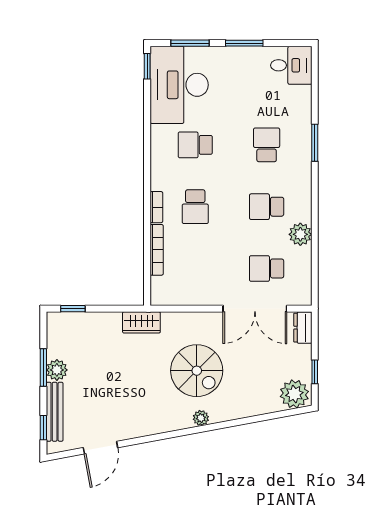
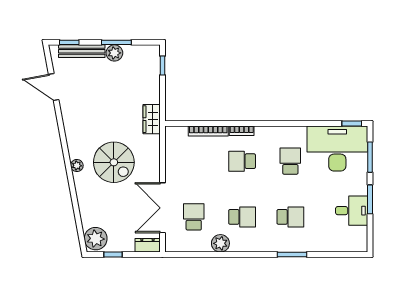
desk: (291, 65) -> (352, 211), moved, turned -90
school desk: (267, 207) -> (242, 217), turned 90
spiral stairs: (197, 371) -> (114, 162), turned -90

